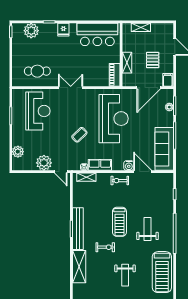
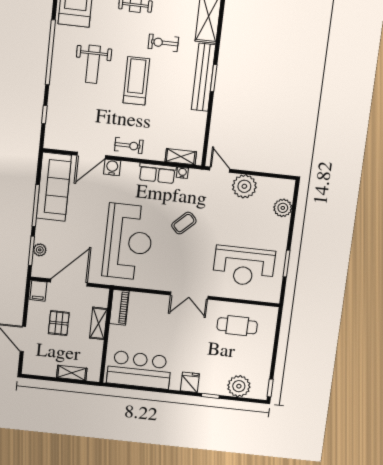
reception desk: (38, 111) -> (244, 266), turned -90
reception desk: (114, 119) -> (128, 242), turned 180
door: (143, 172) -> (91, 155), hinge flipped

